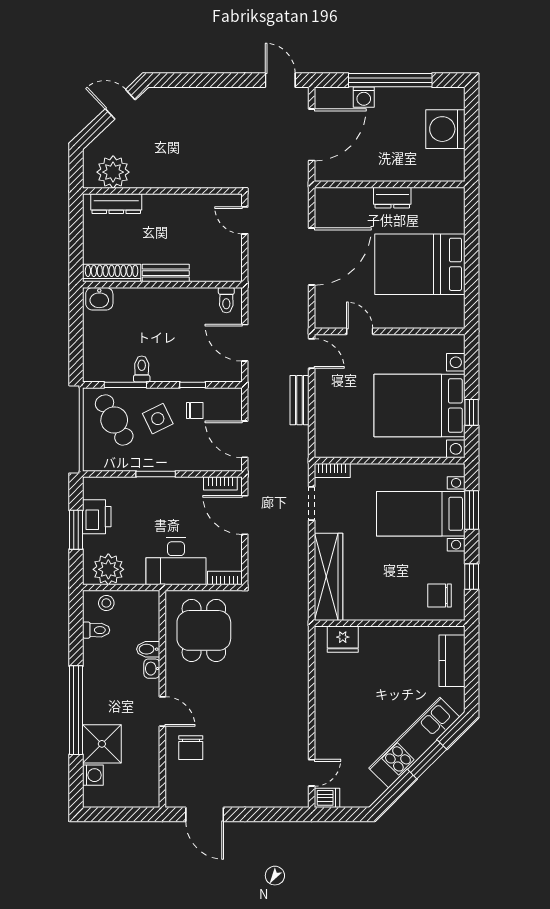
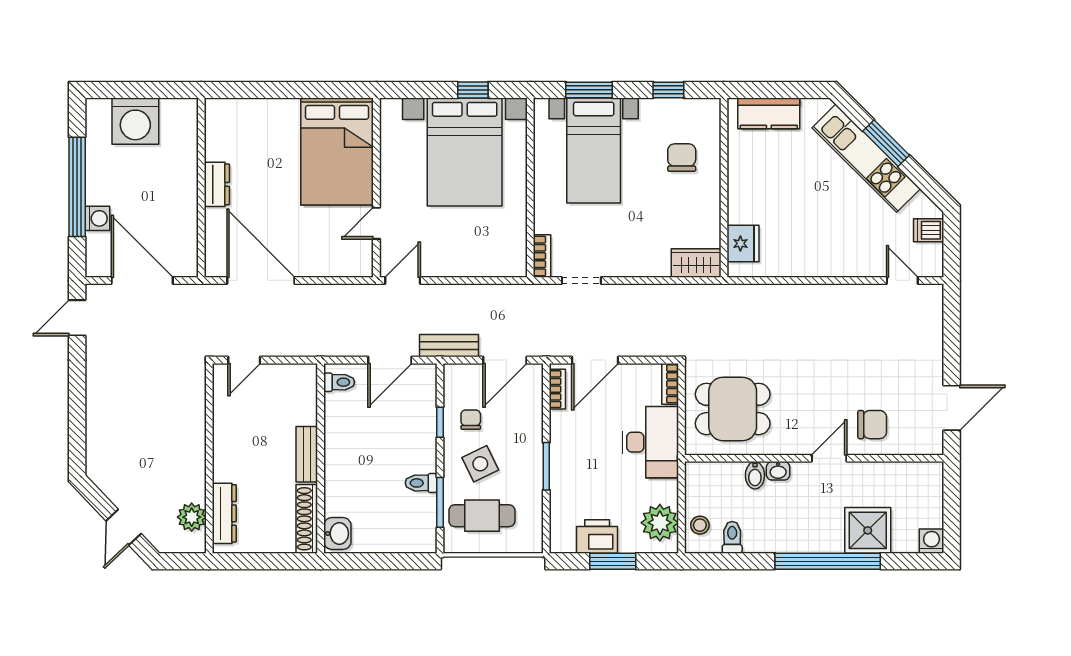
door: (120, 104) -> (124, 527), moved
plant: (113, 172) -> (192, 517), width x0.73, depth x0.73
door: (312, 257) -> (261, 280), moved
bed: (420, 264) -> (337, 152), moved
bench: (300, 400) -> (449, 346), moved
cafe table: (114, 420) -> (482, 516), turned 30
wardrobe: (328, 577) -> (696, 263), width x0.48, depth x0.85
chair: (439, 596) -> (682, 158), moved, turned 180
washing machine: (93, 775) -> (932, 541), moved
dishwasher: (327, 798) -> (929, 230), moved, turned -90

